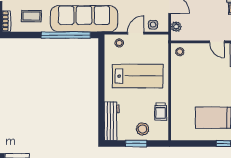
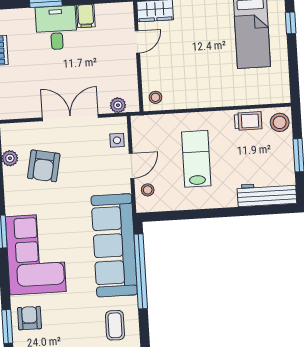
door: (136, 33) -> (132, 166), swing flipped
lab bench: (138, 76) -> (196, 159), width x0.73, depth x0.72
stool: (142, 129) -> (280, 122), moved

